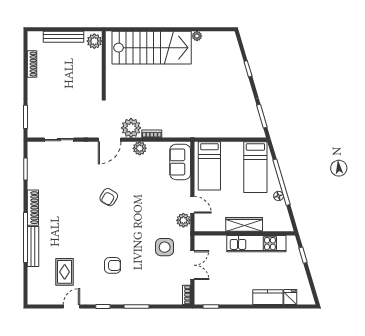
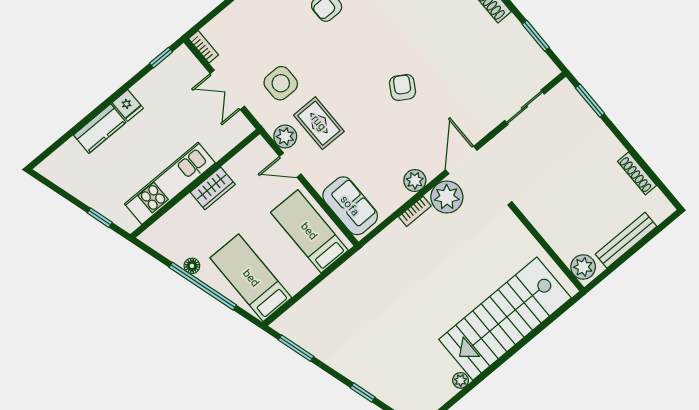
rug: (162, 213) -> (319, 123), added
wardrobe: (244, 224) -> (213, 188), width x0.67
fridge: (290, 297) -> (128, 105), moved

